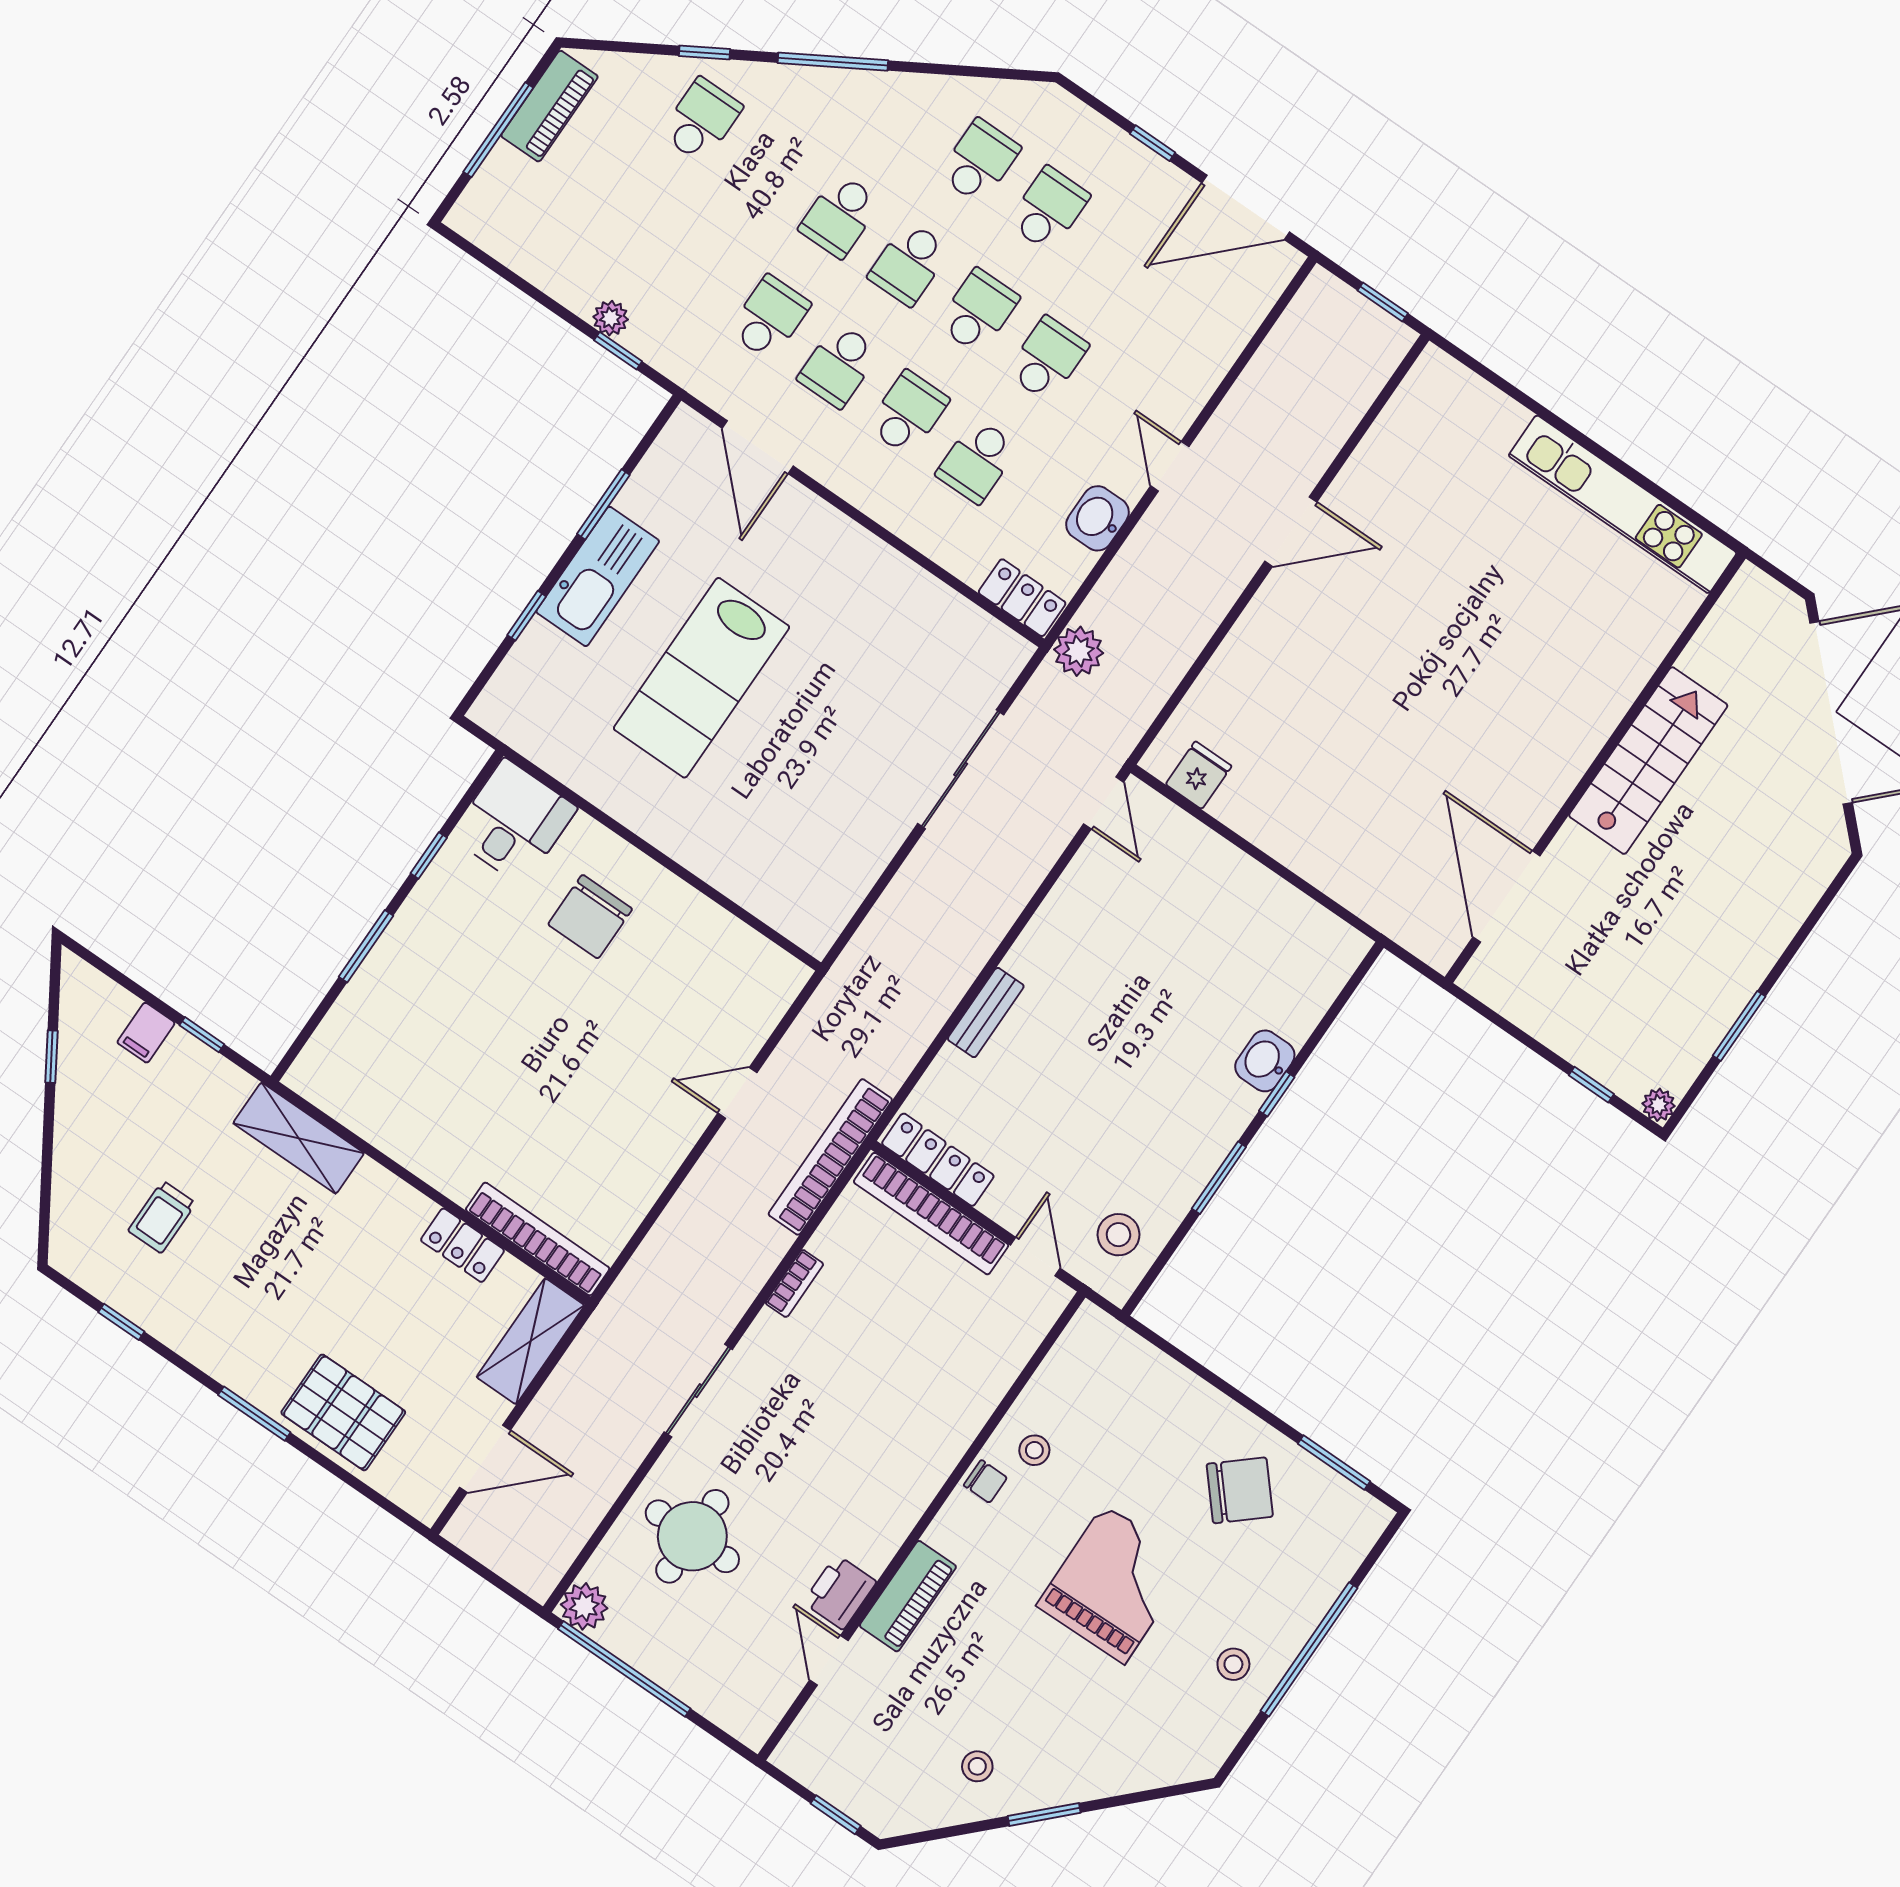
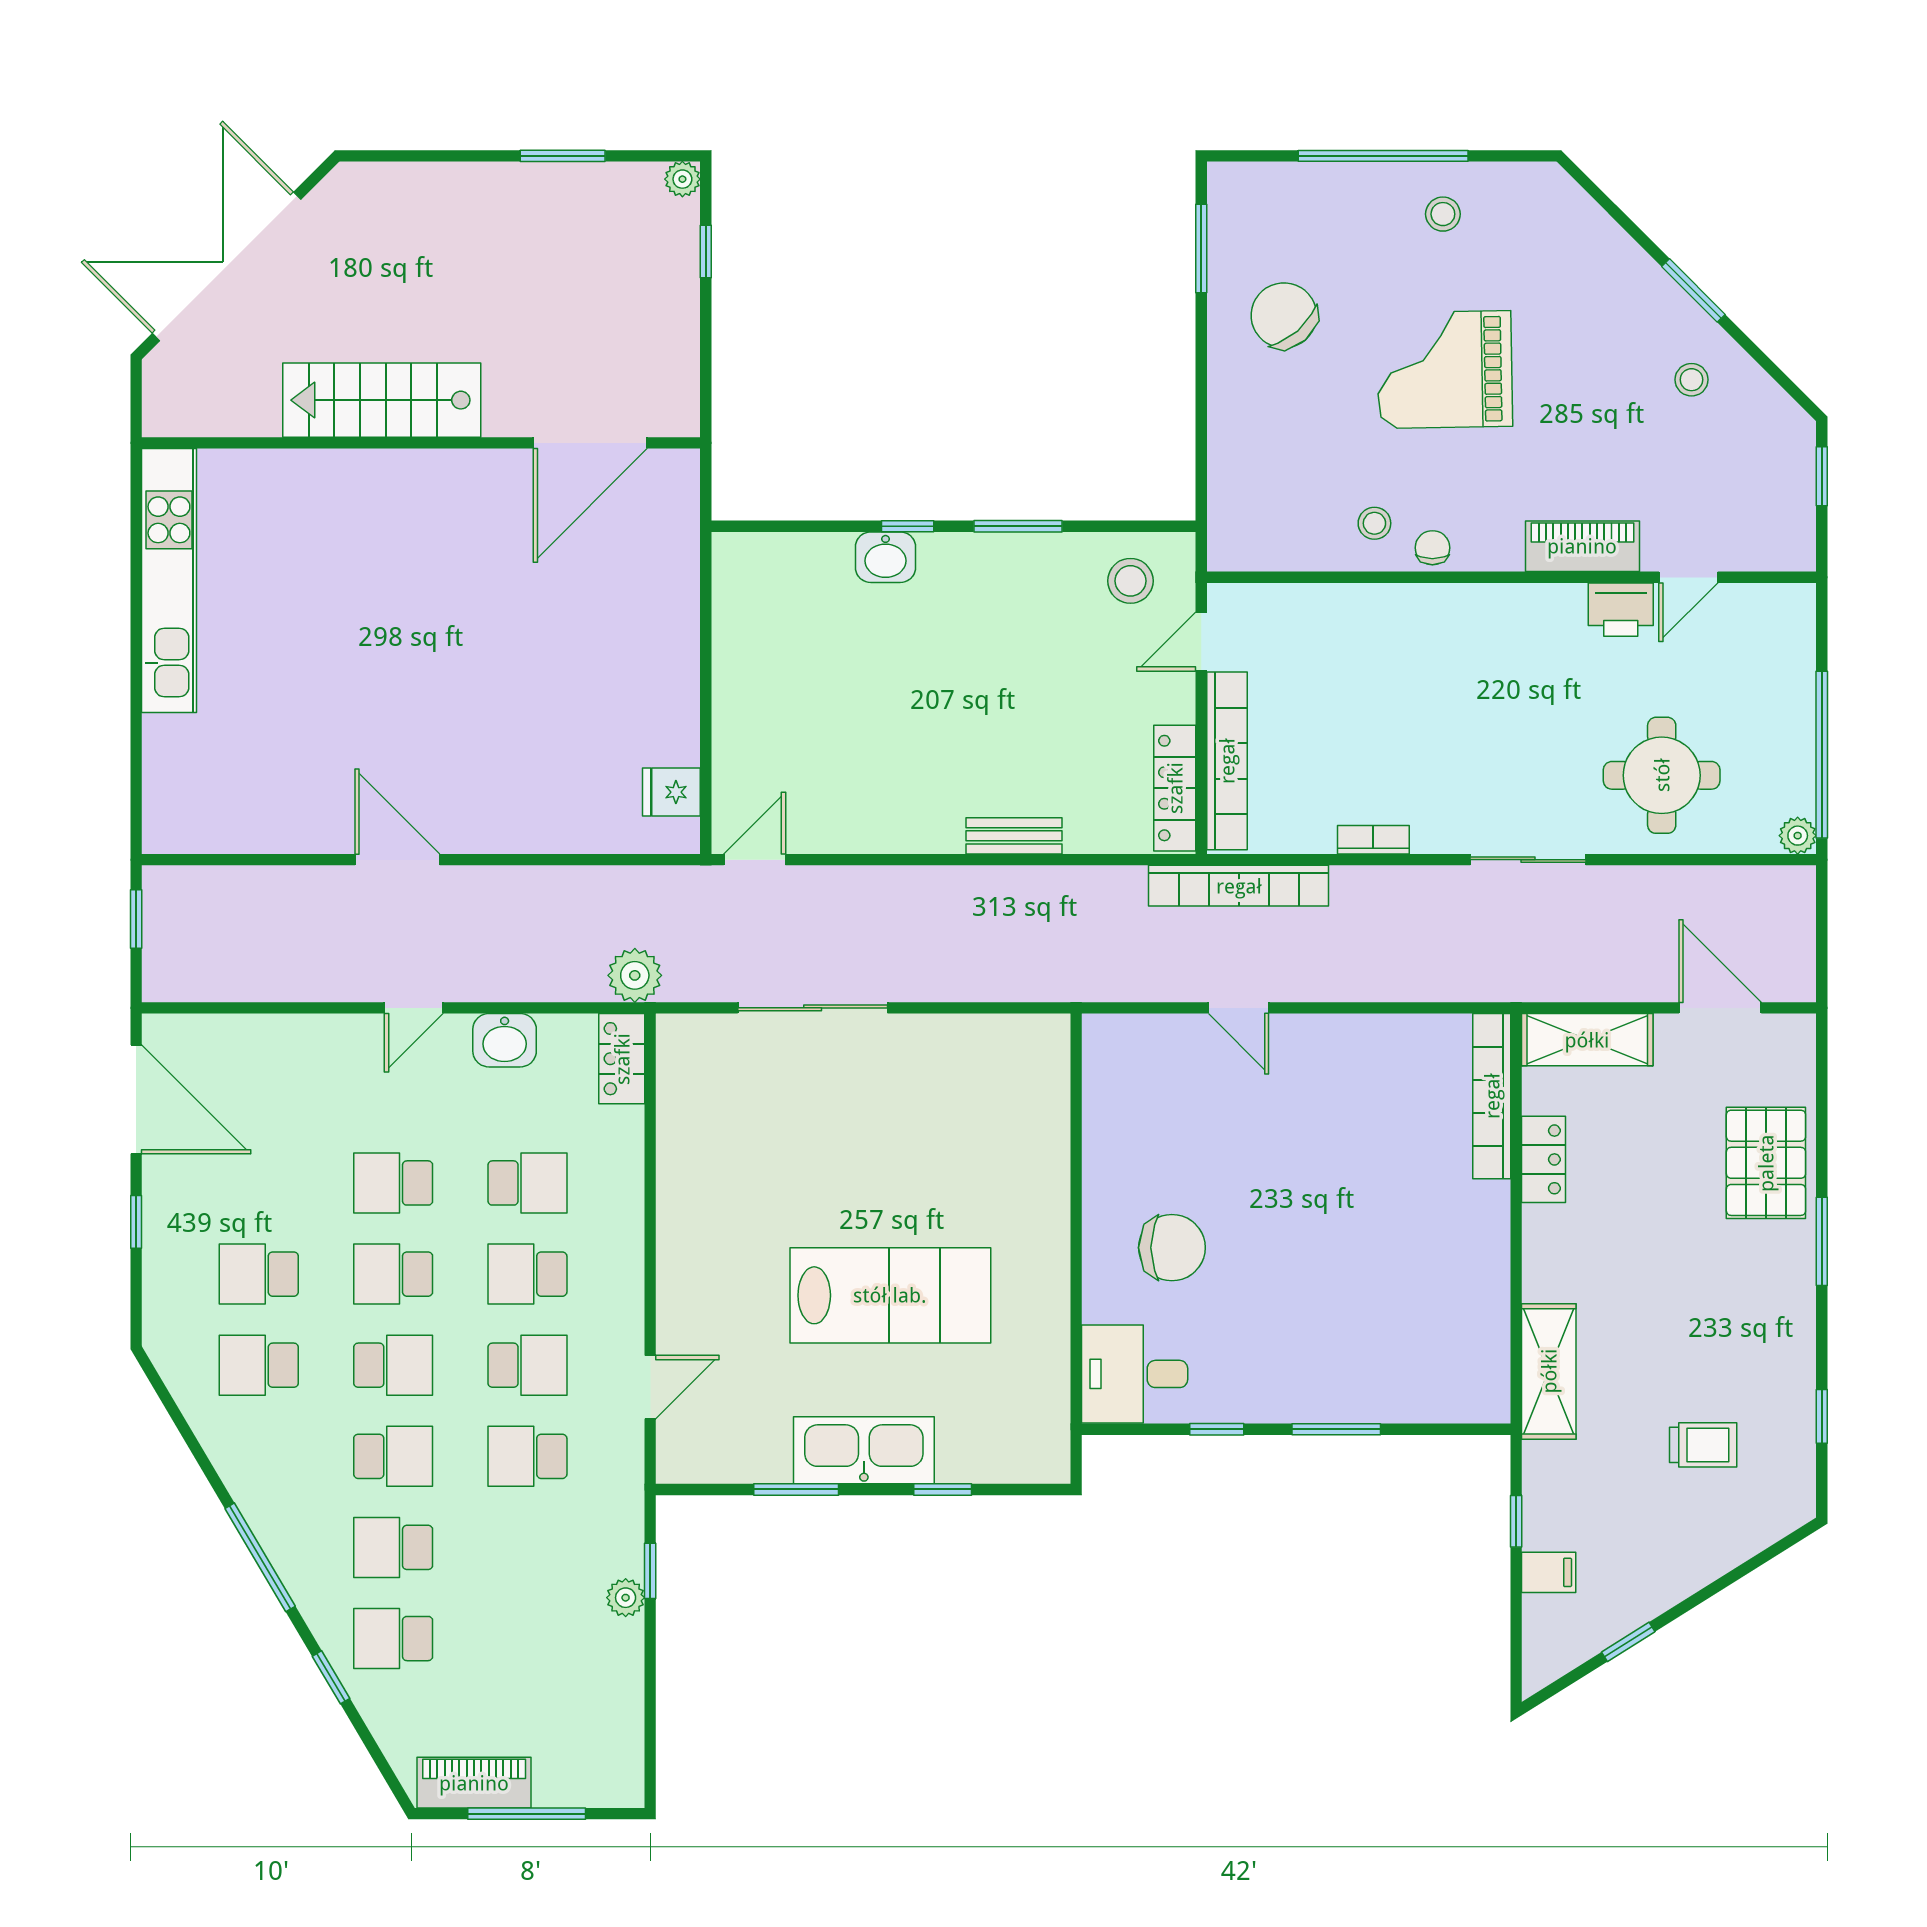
school desk: (771, 168) -> (393, 1547), added
door: (758, 447) -> (650, 1387), width x0.73
plant: (584, 1606) -> (1798, 836), width x0.73, depth x0.73

